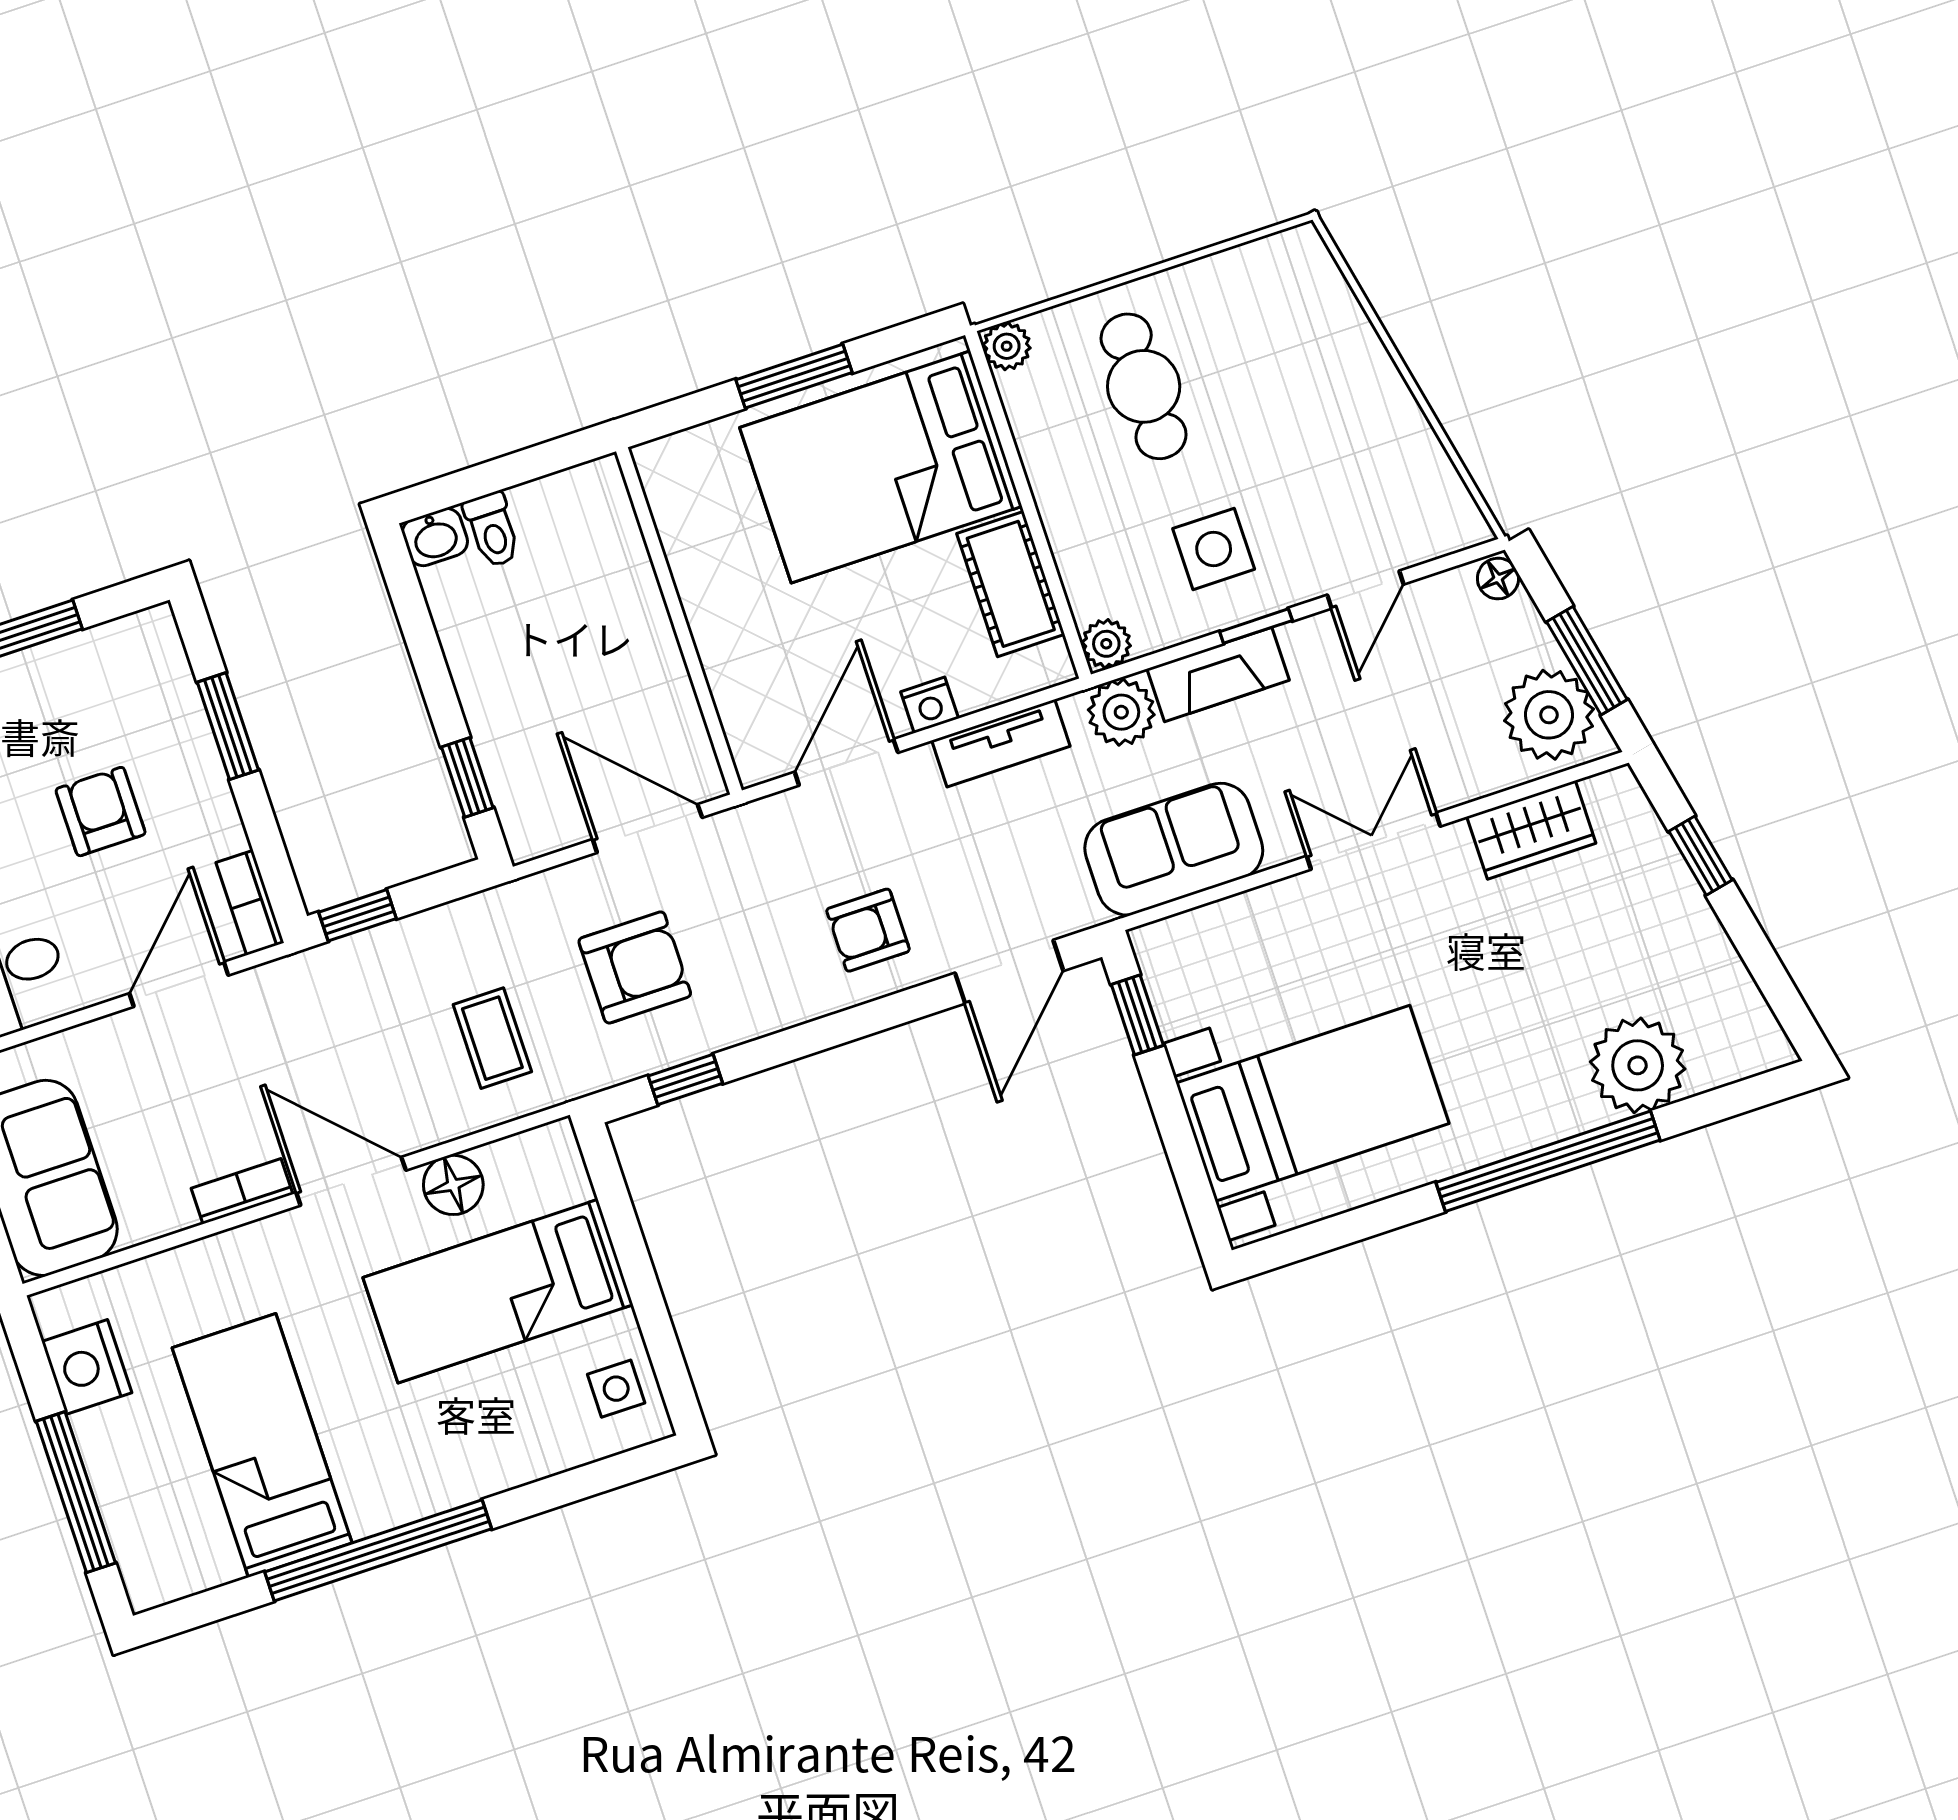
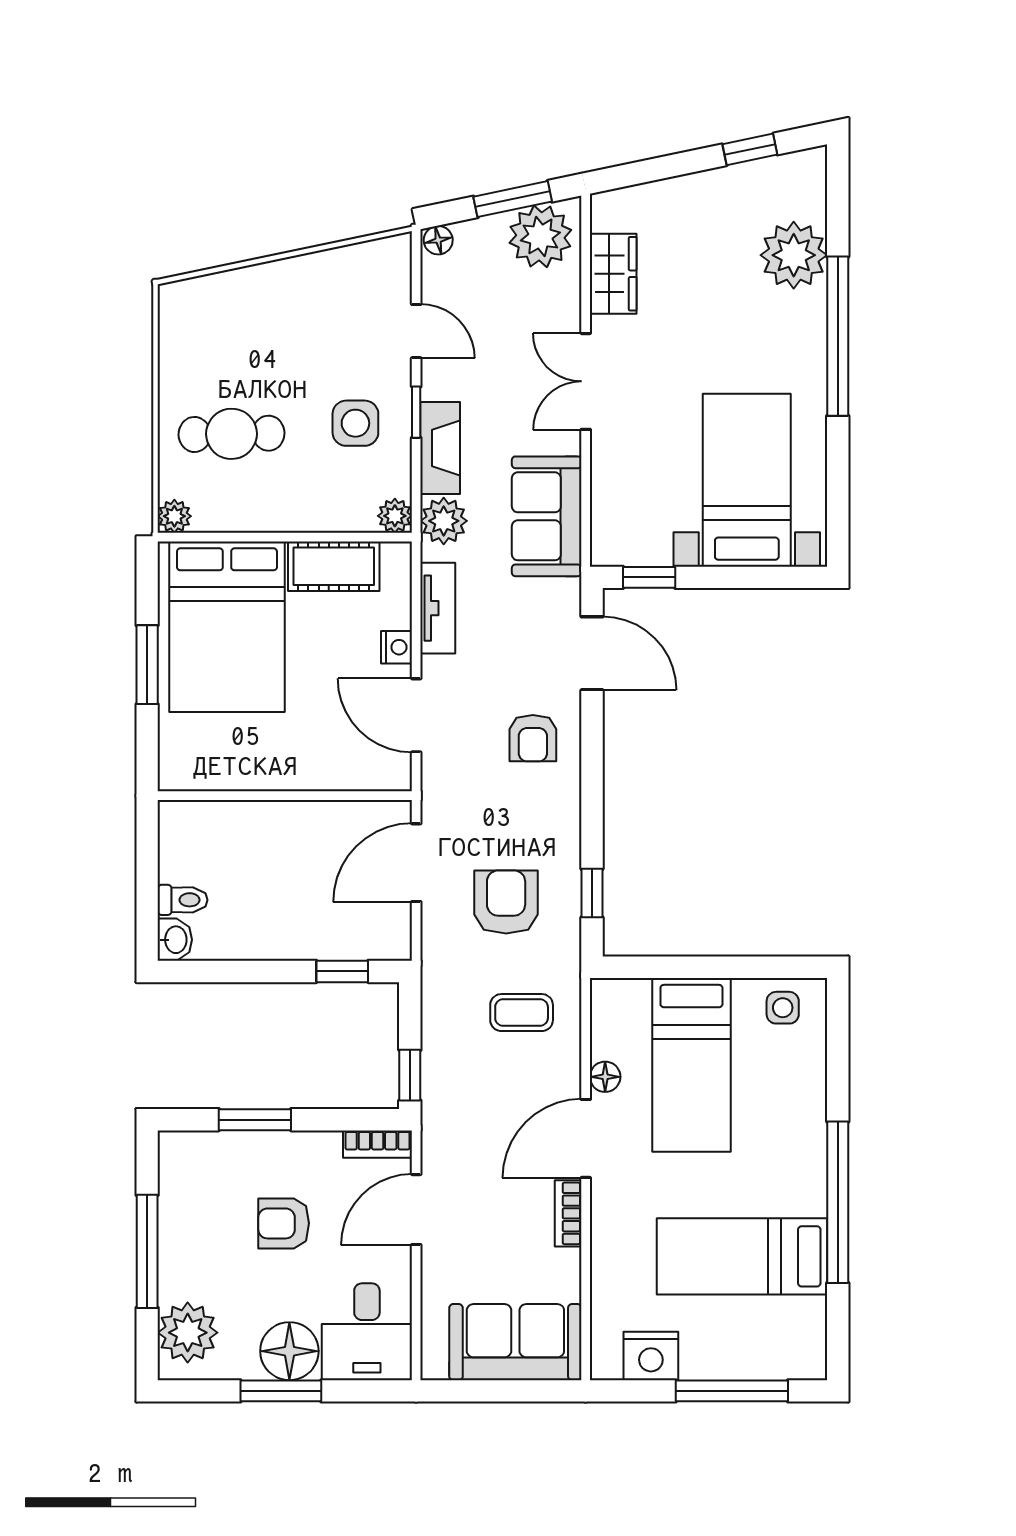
window: (1701, 856) -> (750, 149), moved
door: (179, 984) -> (416, 1210), hinge flipped
floor lamp: (453, 1185) -> (605, 1077), width x0.73, depth x0.73

